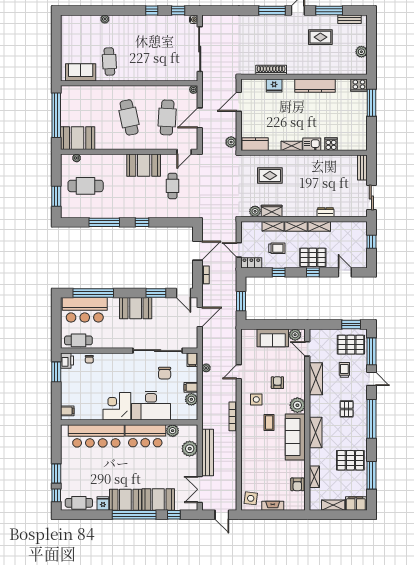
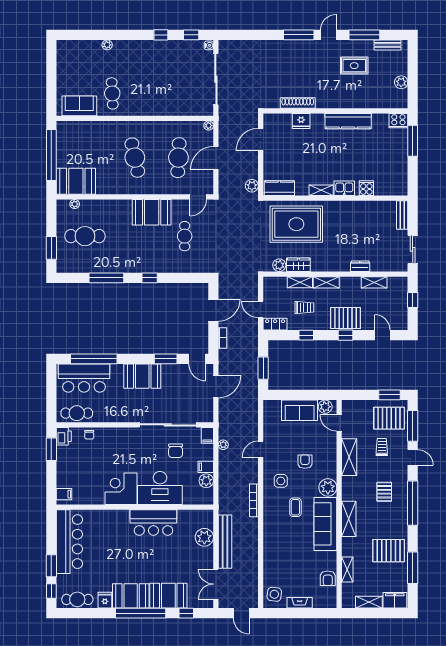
rug: (270, 176) -> (296, 224), width x1.86, depth x2.06
shelving: (319, 226) -> (374, 282), moved
plant: (173, 431) -> (185, 517), removed
bar counter: (96, 436) -> (69, 542), moved, turned -90

